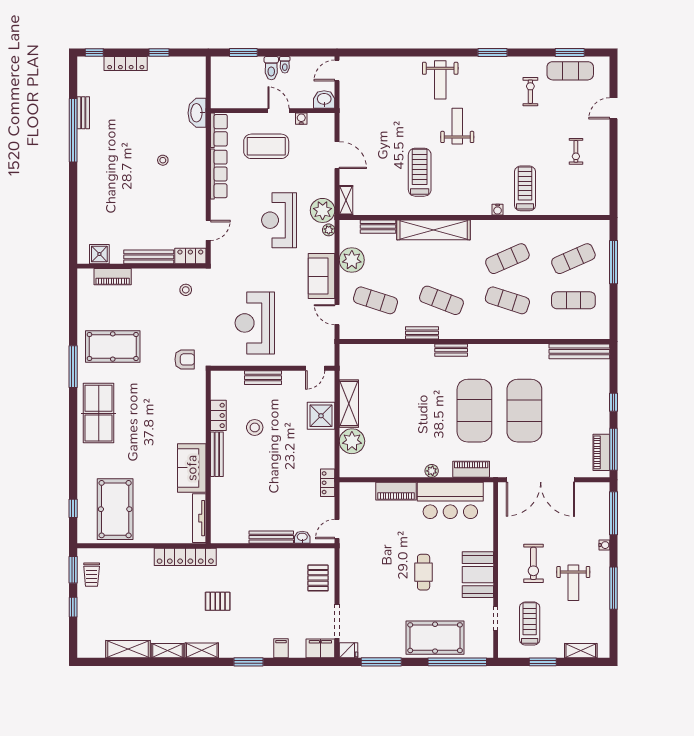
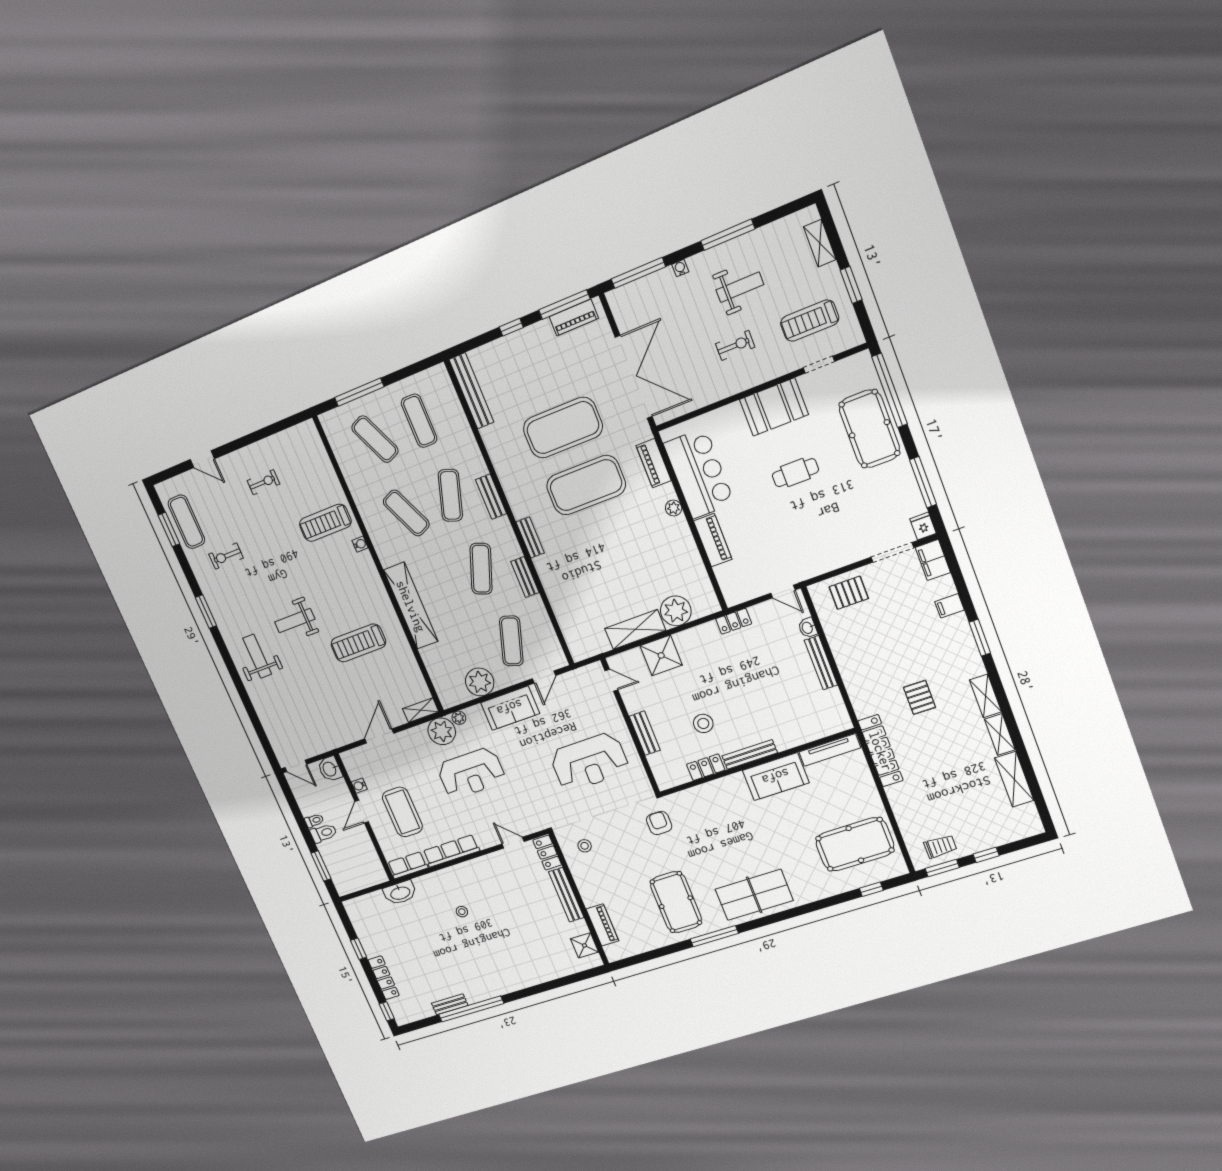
weight bench: (440, 80) -> (257, 656), turned -90
bench: (378, 227) -> (491, 497), moved
exercise bike: (533, 563) -> (735, 345), width x0.73, depth x0.72

